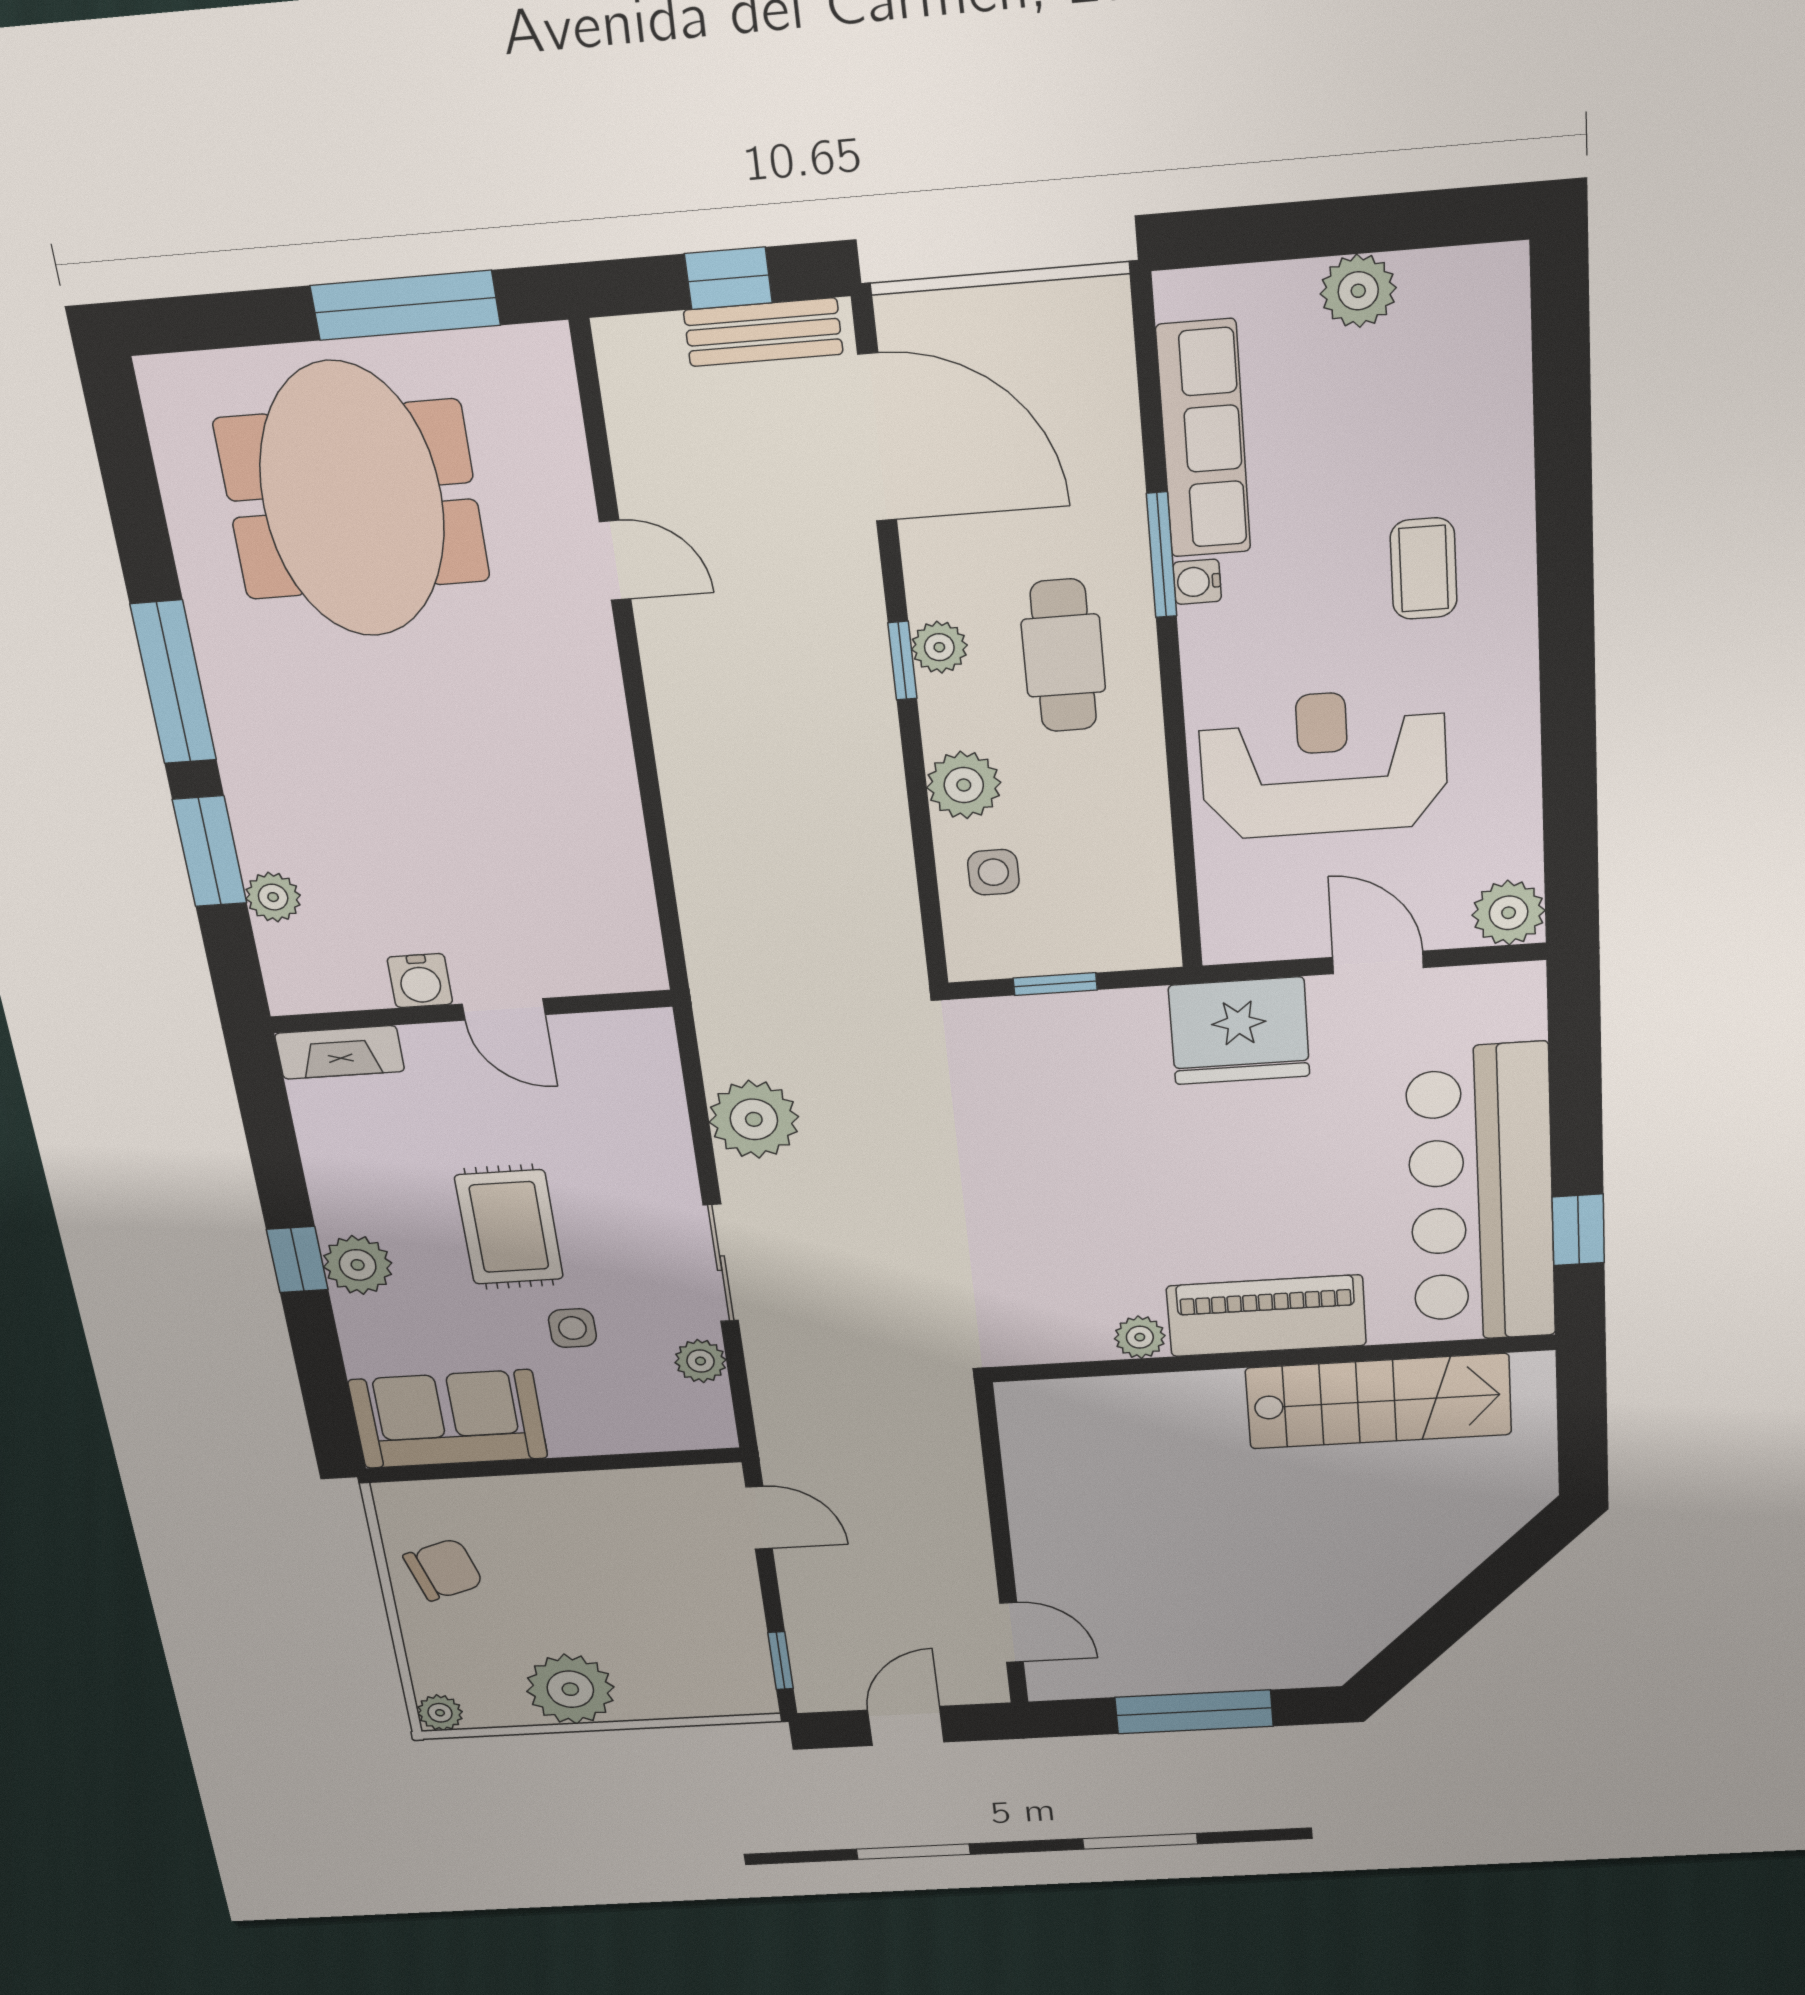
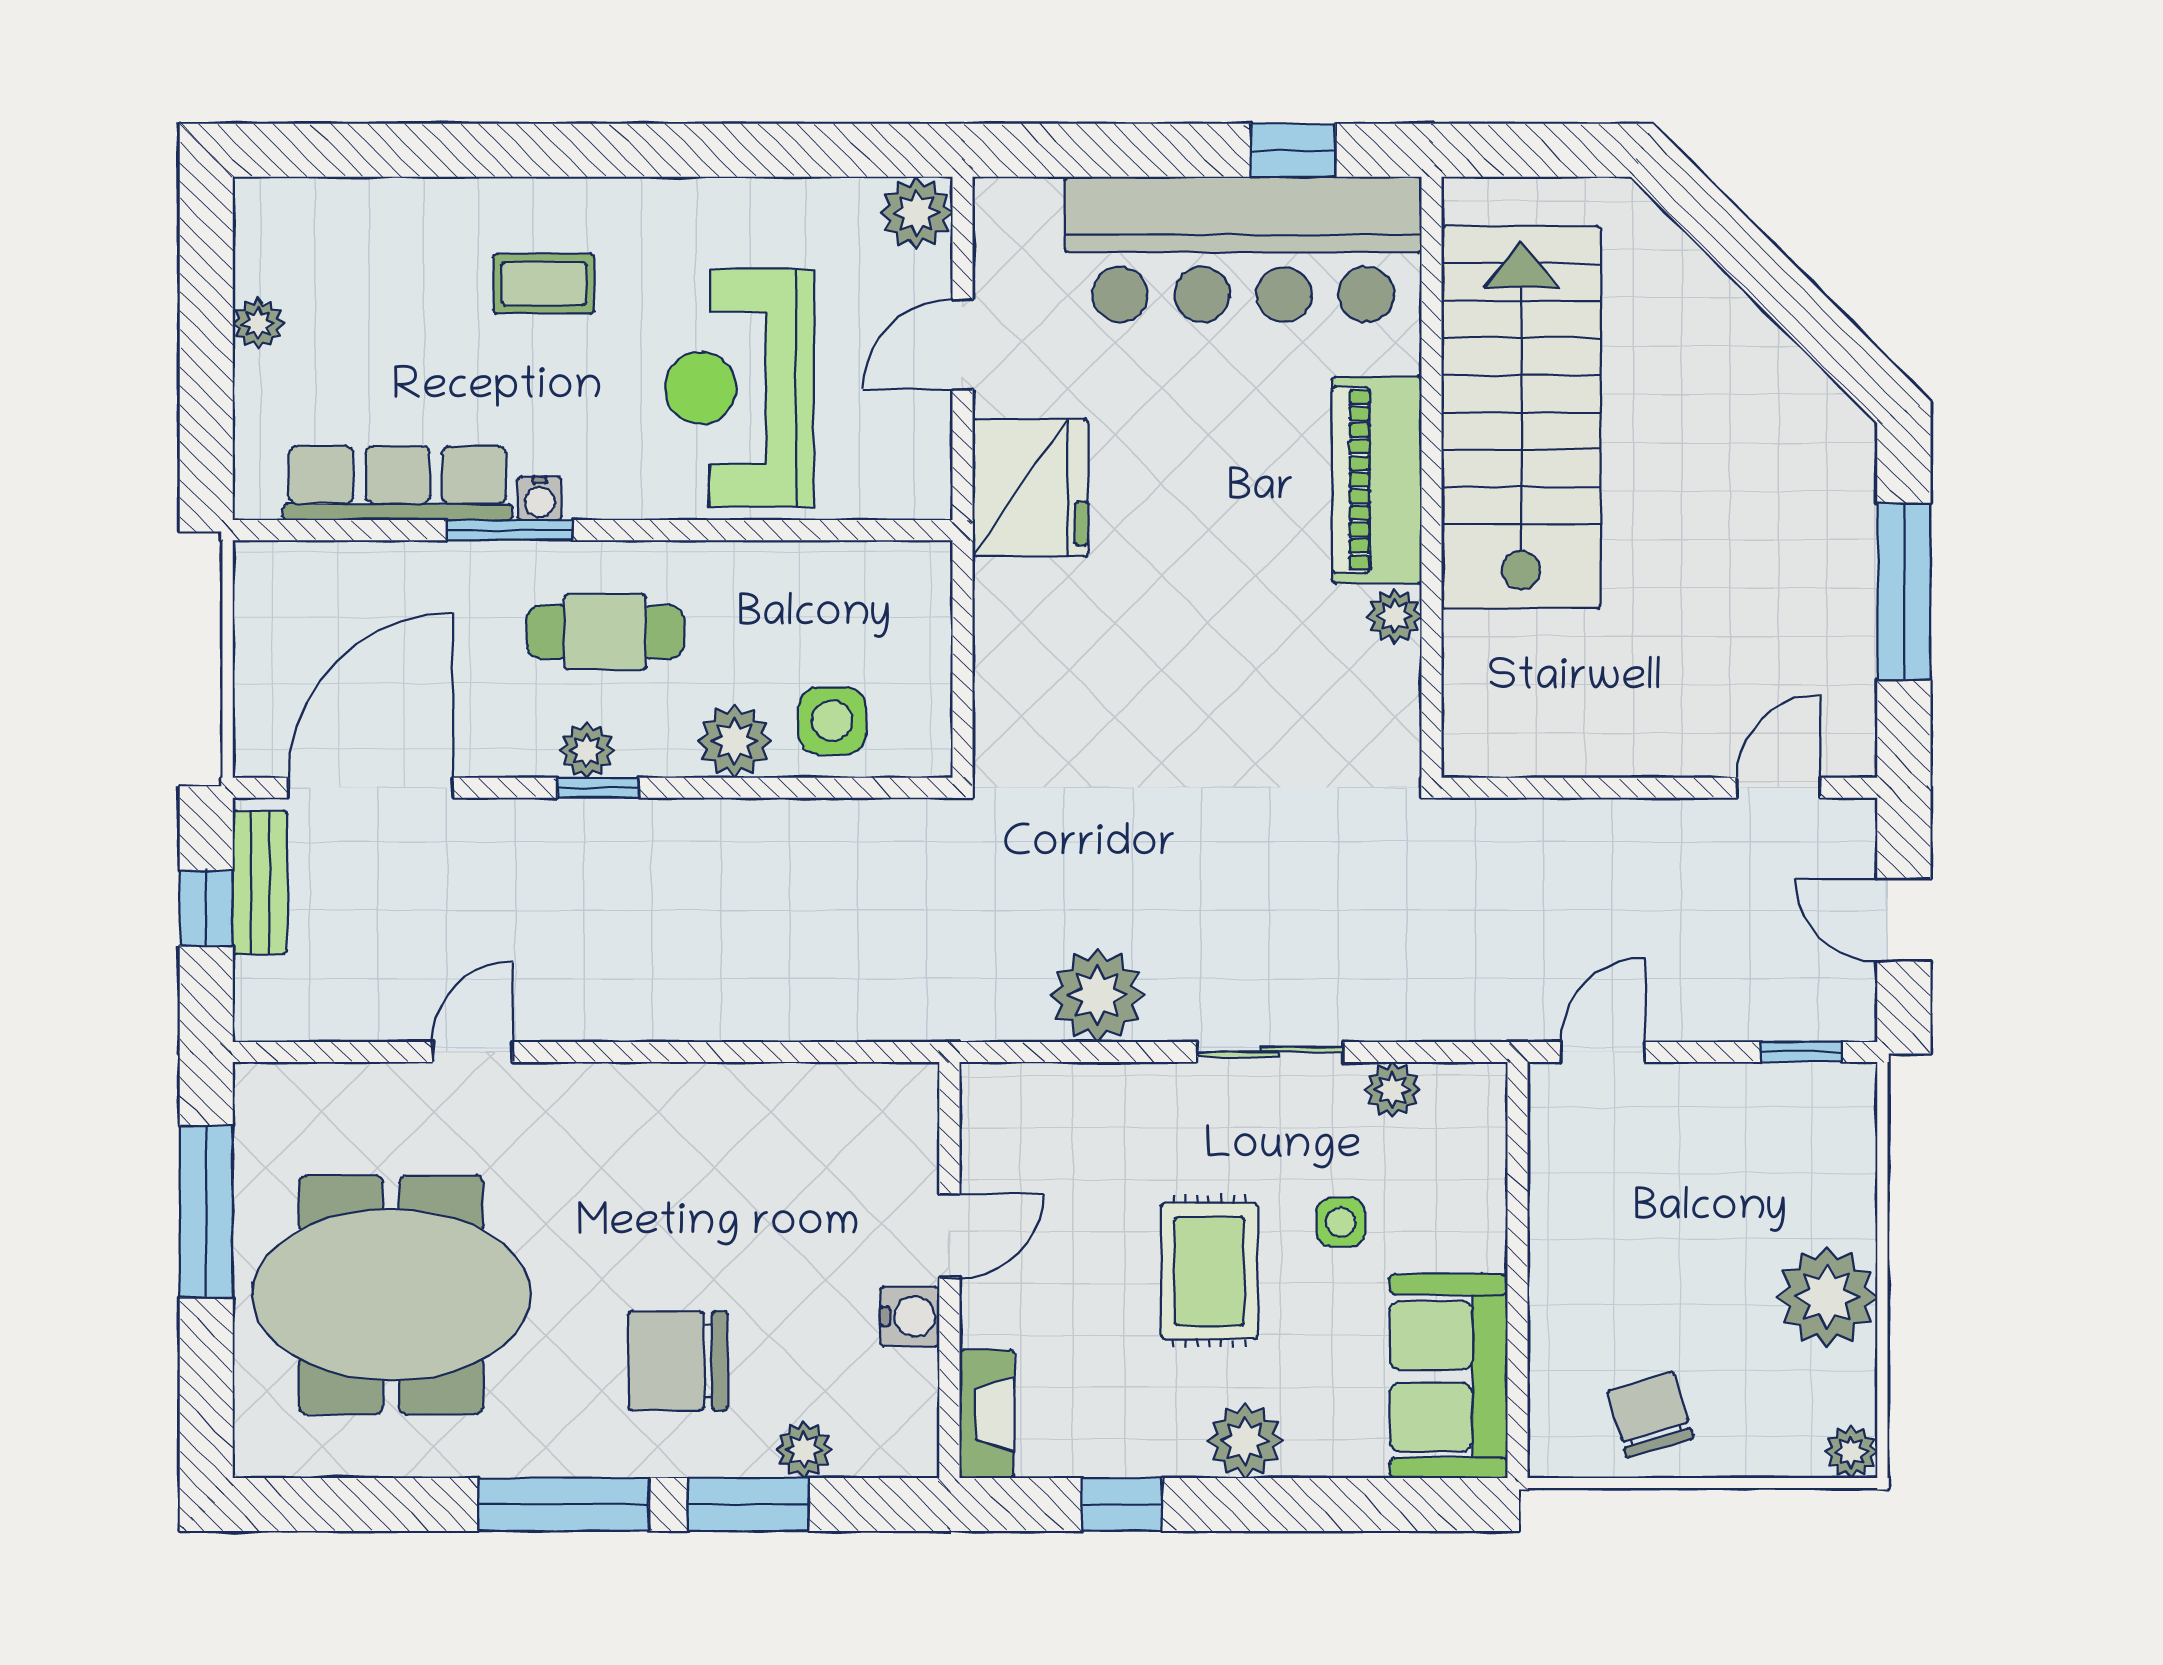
plant: (1358, 291) -> (258, 323), width x0.73, depth x0.73
chair: (338, 778) -> (678, 1361), added
side table: (993, 872) -> (832, 721), width x1.37, depth x1.37
window: (1055, 984) -> (963, 670), removed
rug: (509, 1227) -> (1209, 1271), turned 90
window: (297, 1260) -> (1122, 1504), moved
stairs: (1379, 1401) -> (1521, 417), width x1.36, depth x1.51

